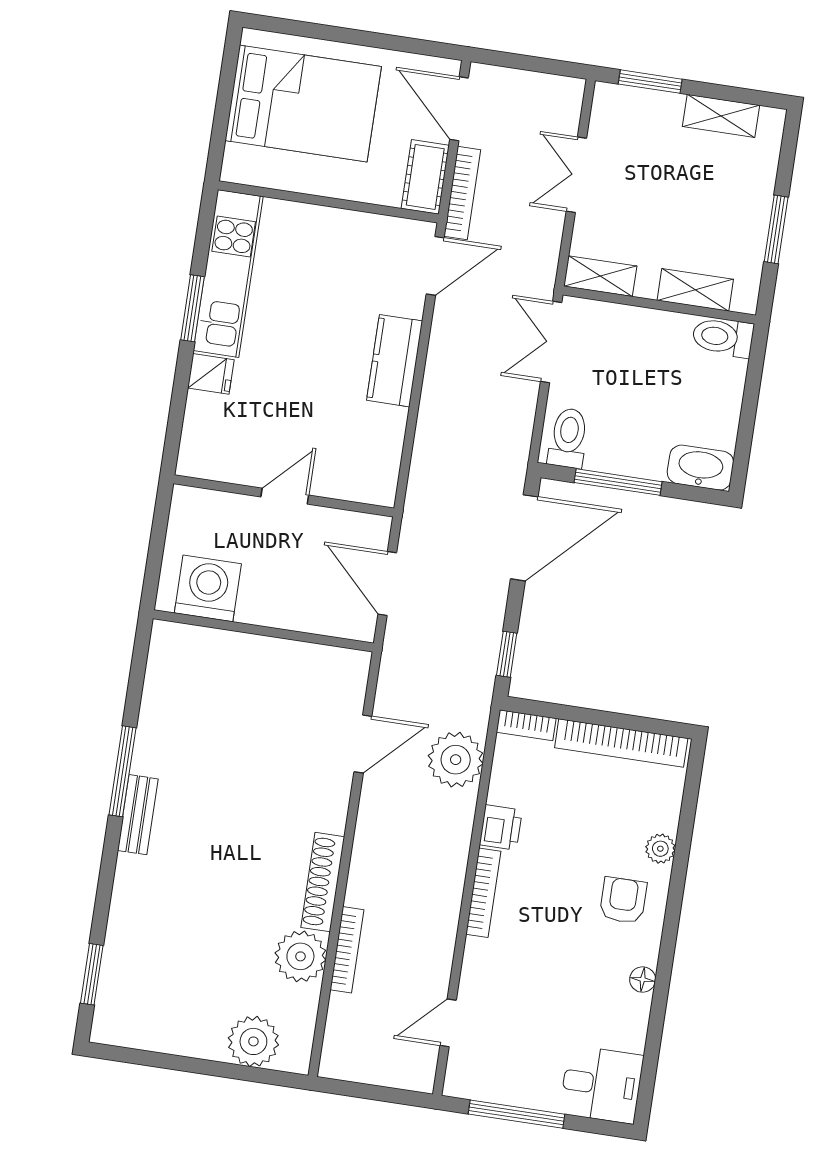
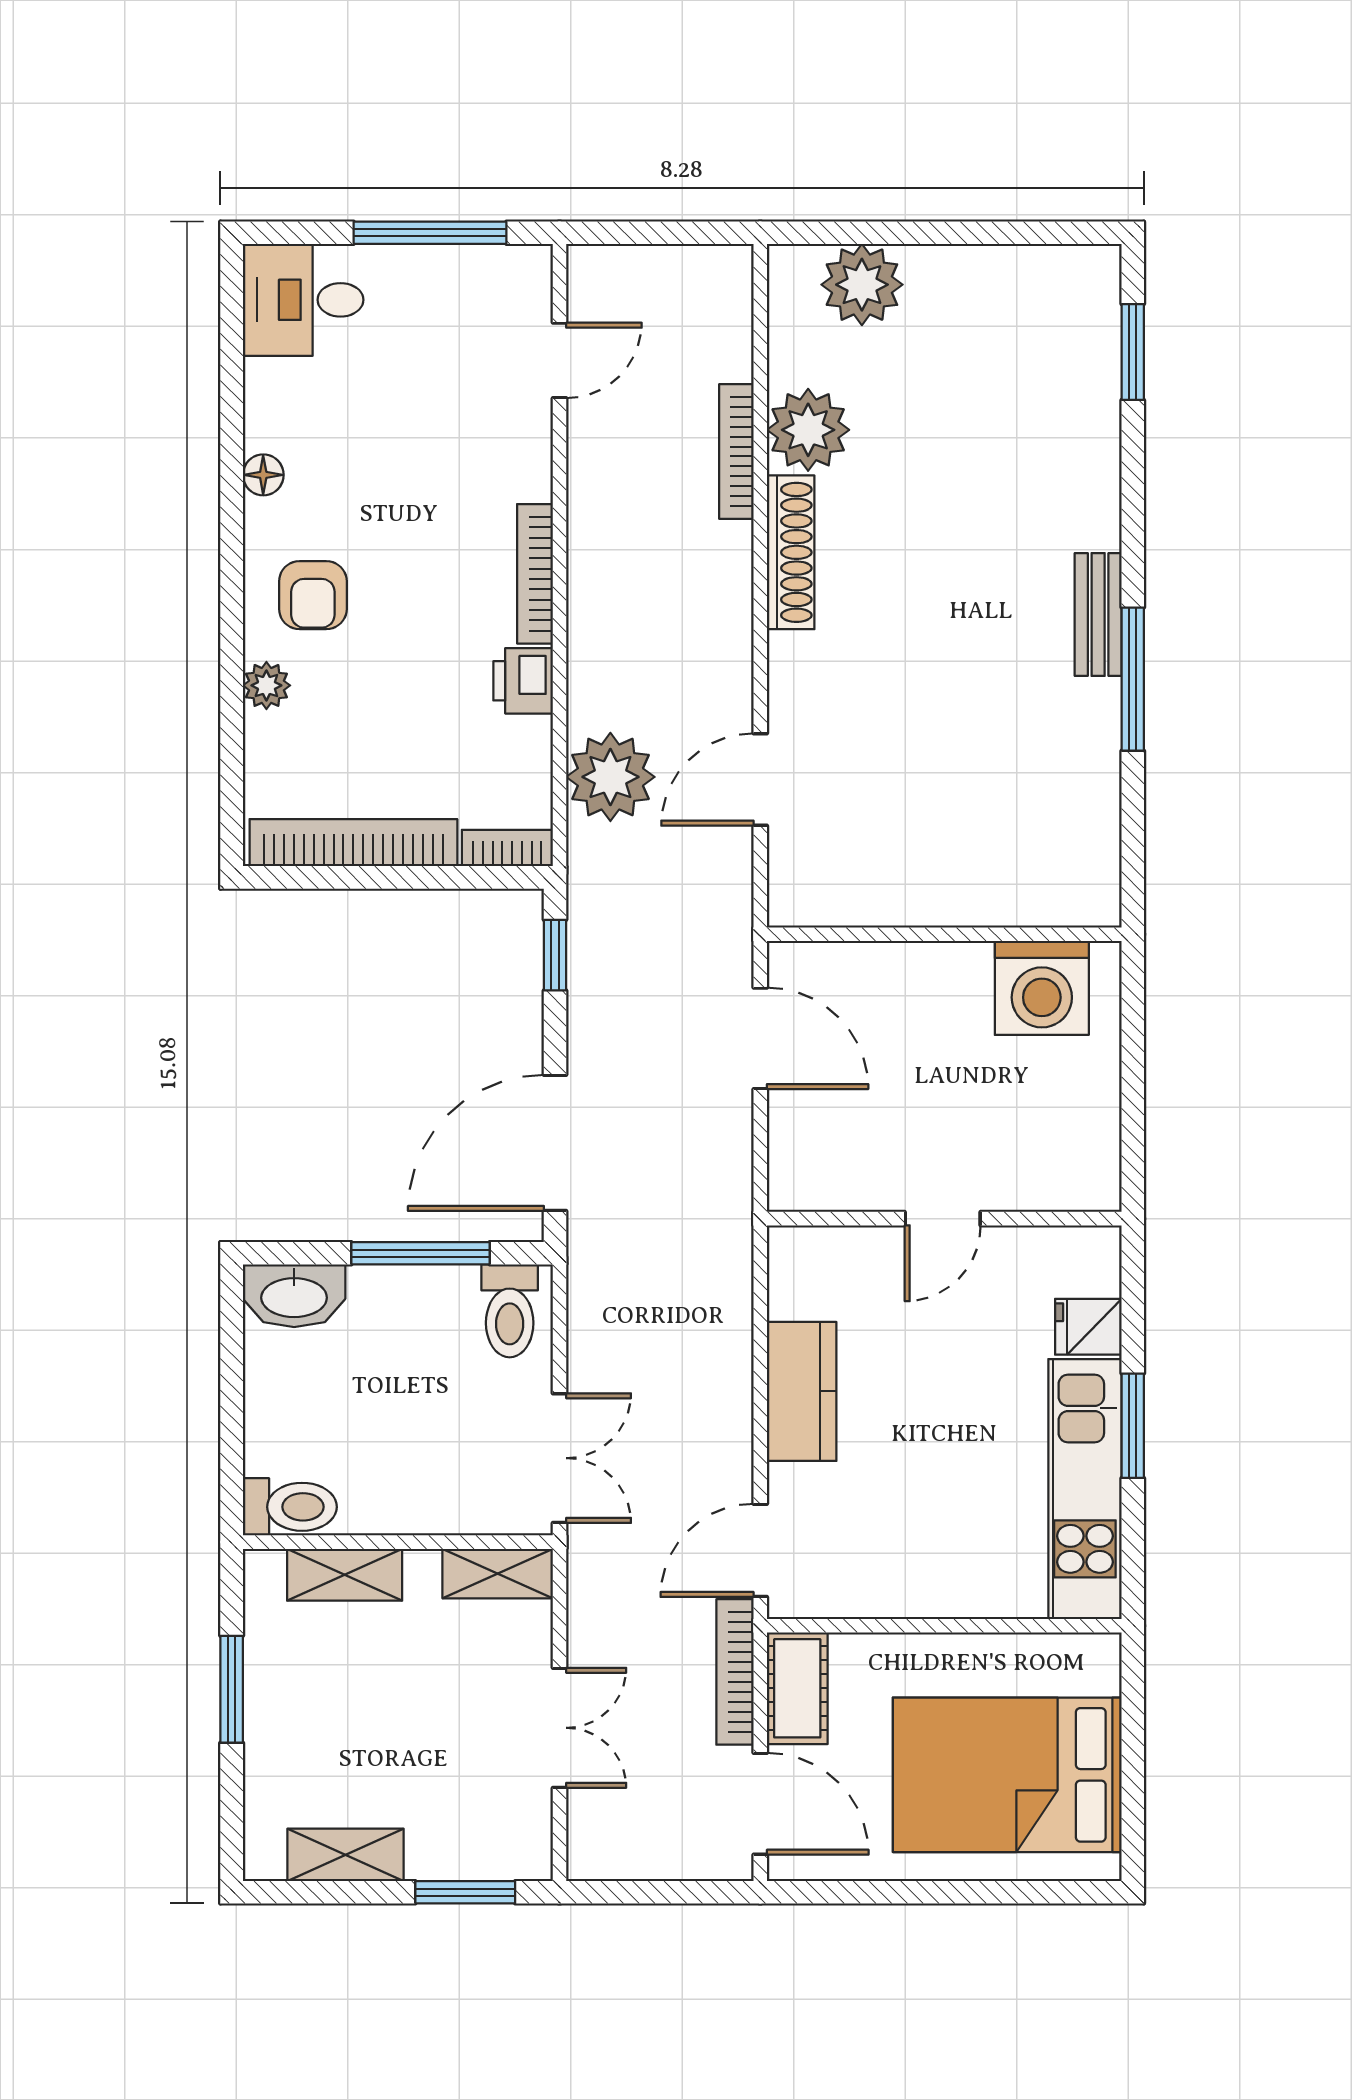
wall: (284, 496) -> (944, 1219), moved
door: (285, 496) -> (943, 1219), moved

